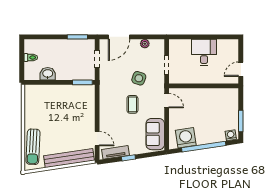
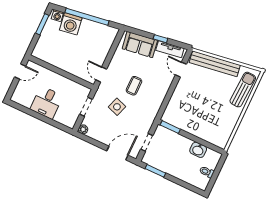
plant: (145, 44) -> (83, 129), moved
sofa: (155, 134) -> (140, 45), moved, turned 82
washing machine: (186, 138) -> (71, 24), moved

